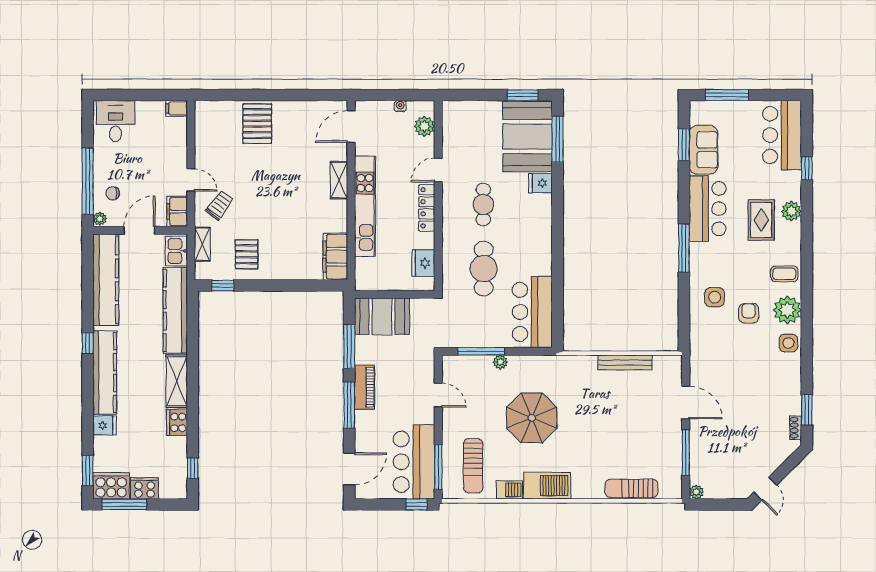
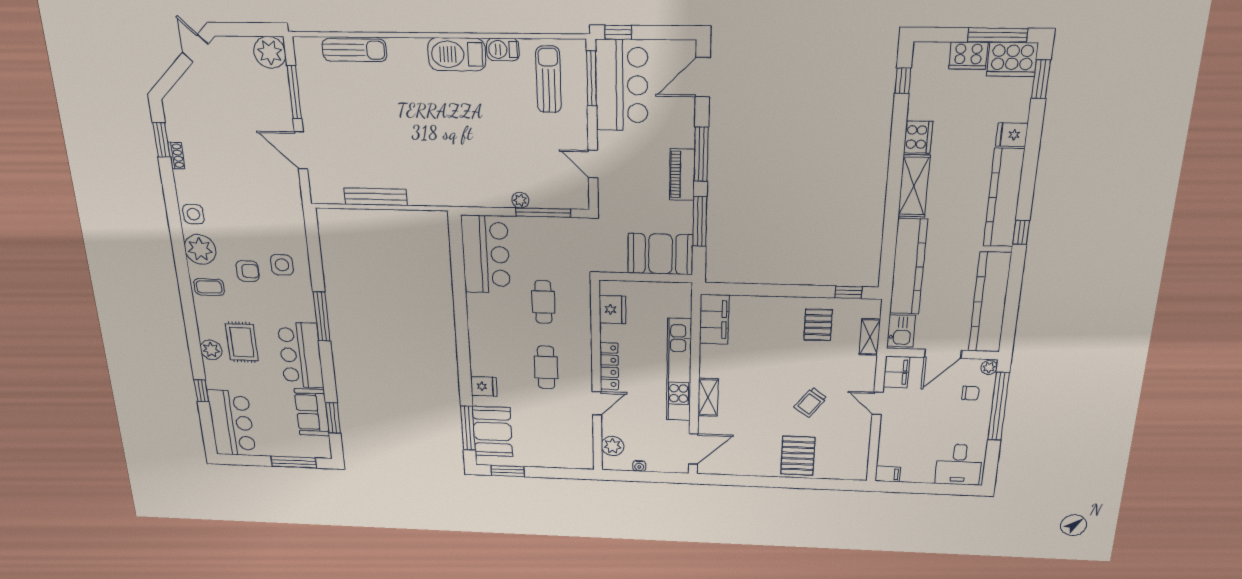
booth: (527, 137) -> (493, 432), width x0.73, depth x0.70
trolley: (219, 205) -> (810, 402), moved
cafe table: (484, 268) -> (543, 302), width x0.73, depth x0.74
armchair: (749, 313) -> (248, 271), moved, turned -90
parasol: (532, 418) -> (480, 136), removed
shoe rack: (796, 428) -> (176, 156), moved
plant: (696, 492) -> (270, 52), width x1.88, depth x1.88

